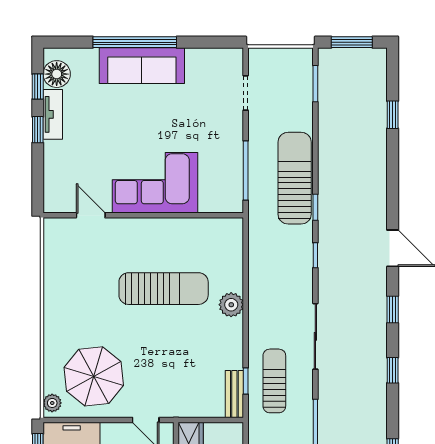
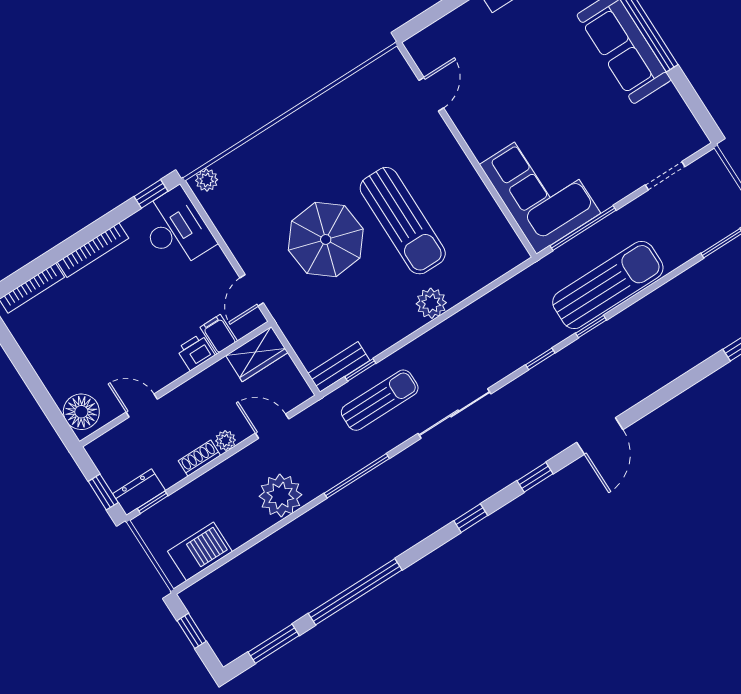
corner sofa: (155, 183) -> (540, 189), moved
parasol: (94, 376) -> (326, 240), moved

